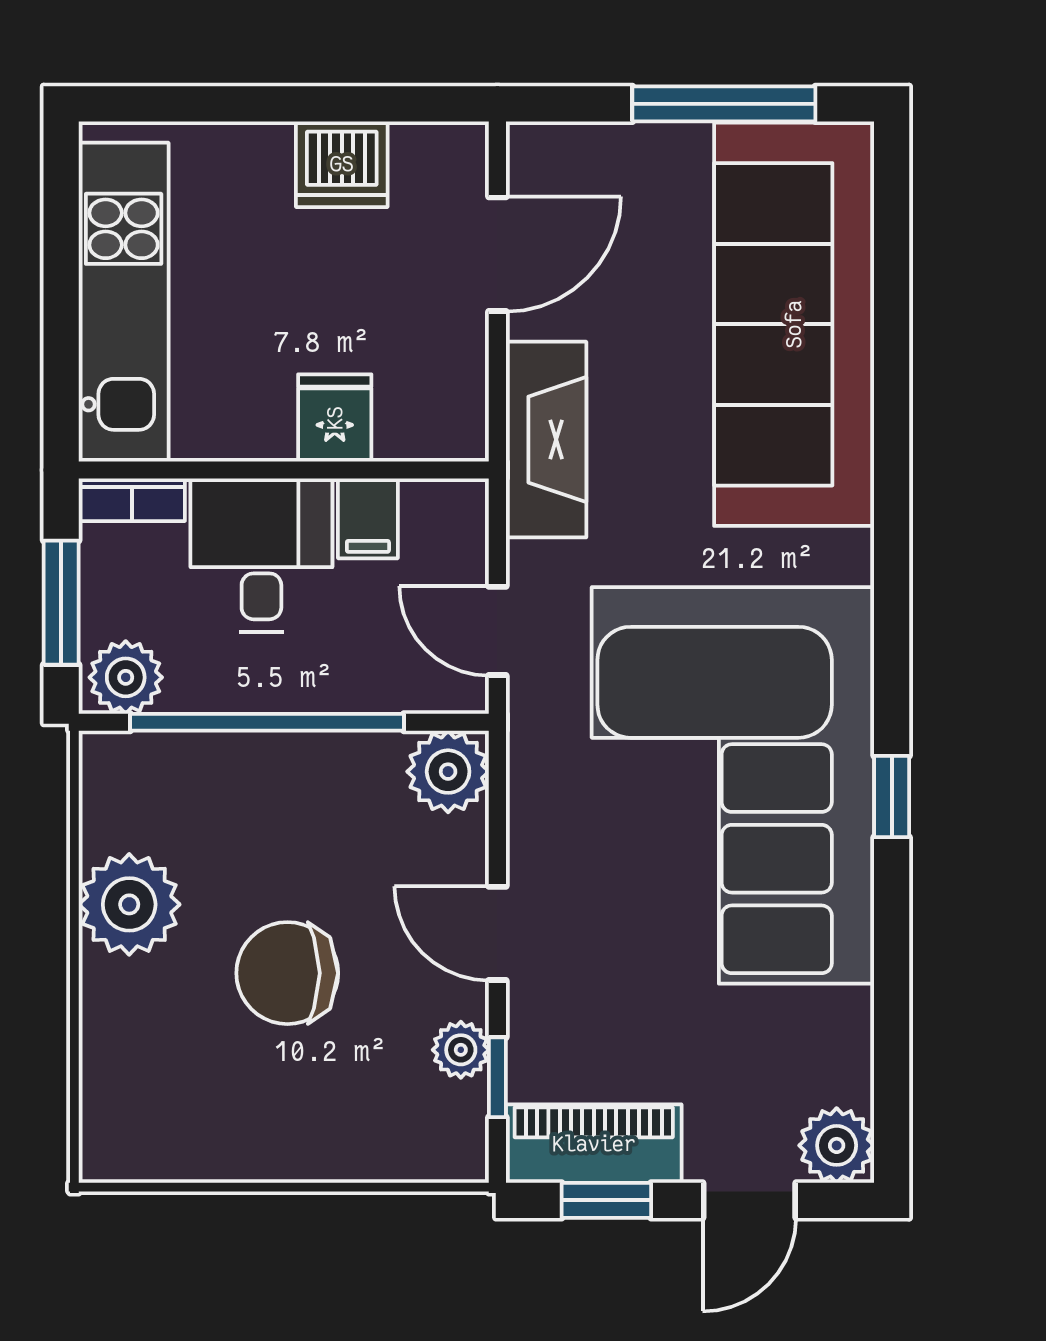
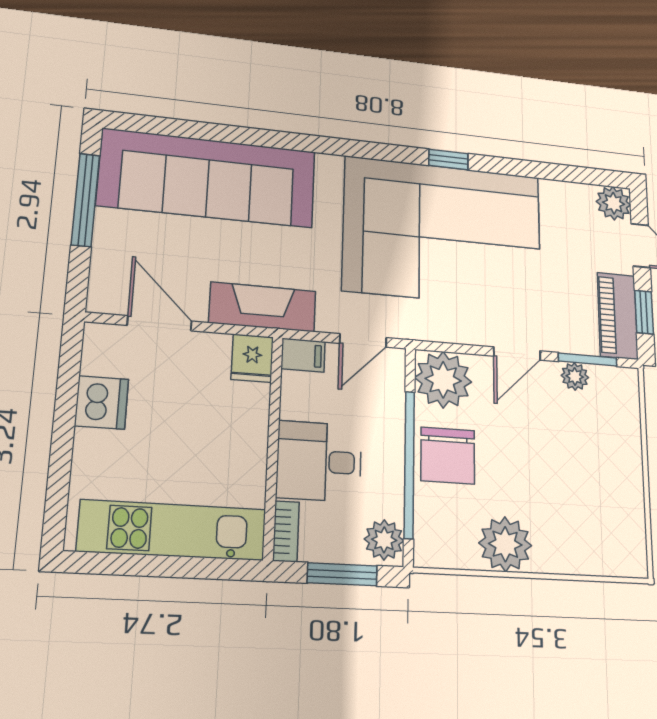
fridge: (335, 418) -> (252, 358), moved, turned -90
filing cabinet: (368, 518) -> (303, 355), moved
plant: (448, 772) -> (443, 380), width x1.36, depth x1.36
chair: (287, 973) -> (448, 456), moved
window: (497, 1077) -> (588, 359), width x1.50

